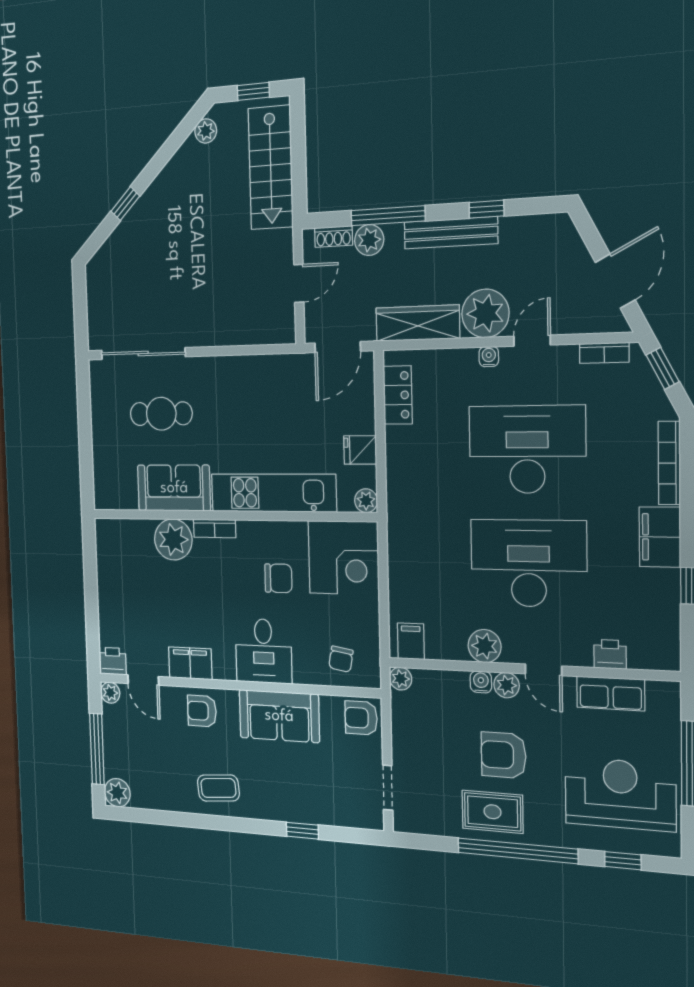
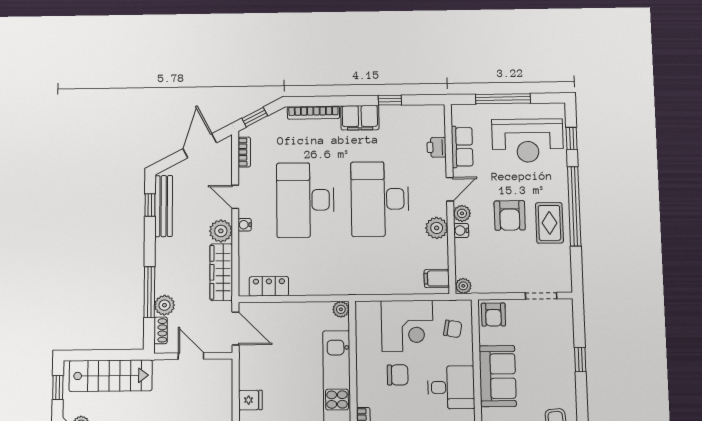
window: (486, 209) -> (150, 205), moved
bench: (451, 233) -> (164, 206), moved
door: (615, 281) -> (200, 146), hinge flipped
plant: (485, 313) -> (221, 231), width x0.73, depth x0.73
fridge: (360, 450) -> (250, 400), moved, turned -90
corner desk: (343, 558) -> (407, 326), moved, turned 90
chair: (278, 578) -> (398, 375), turned 90
reception desk: (620, 794) -> (528, 141), turned -90

